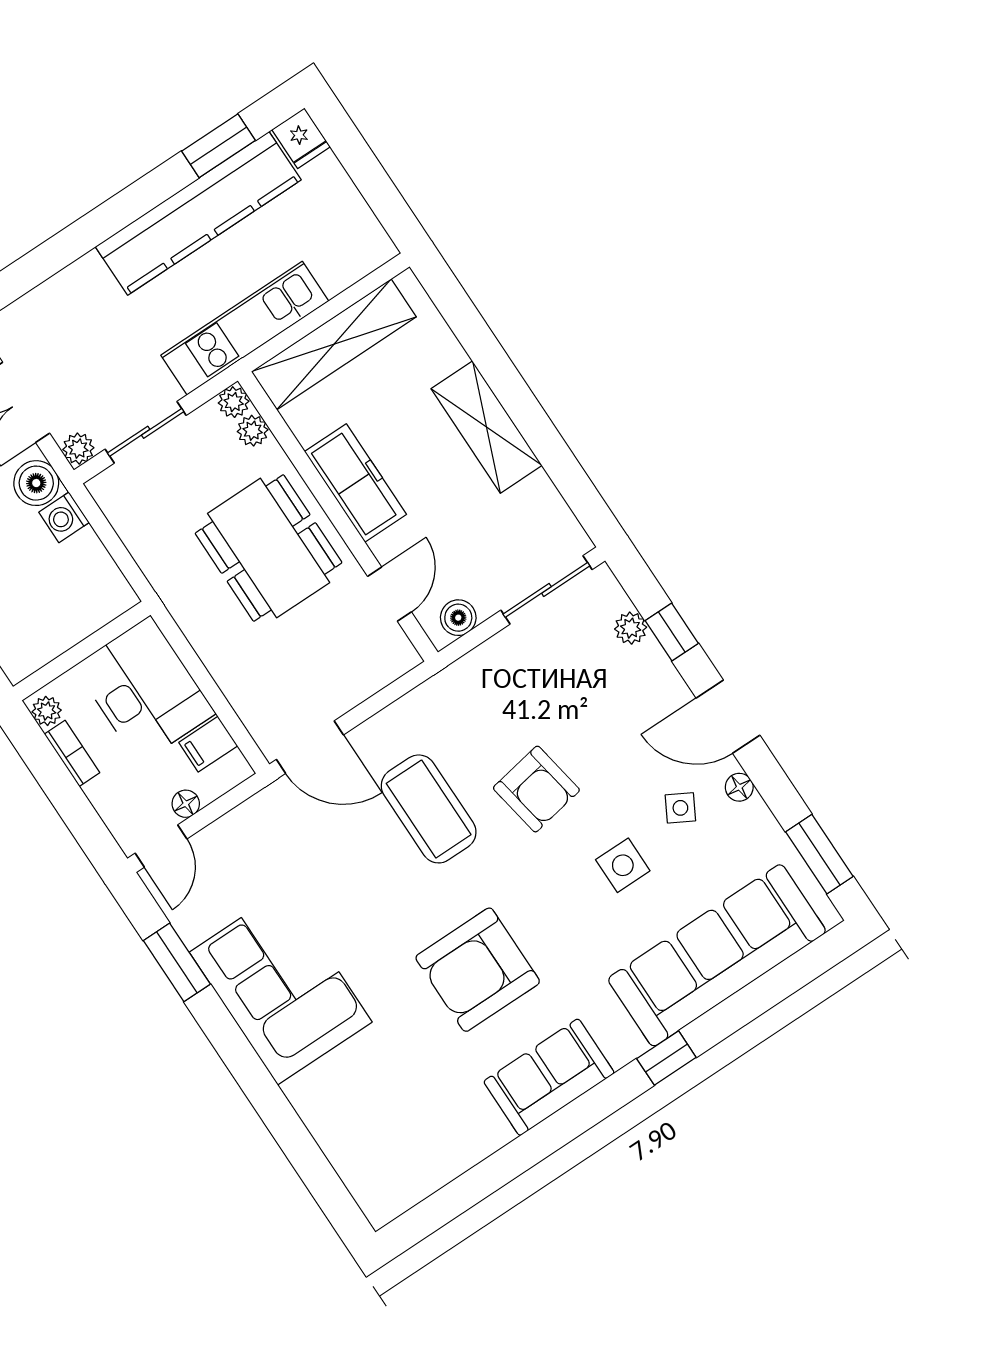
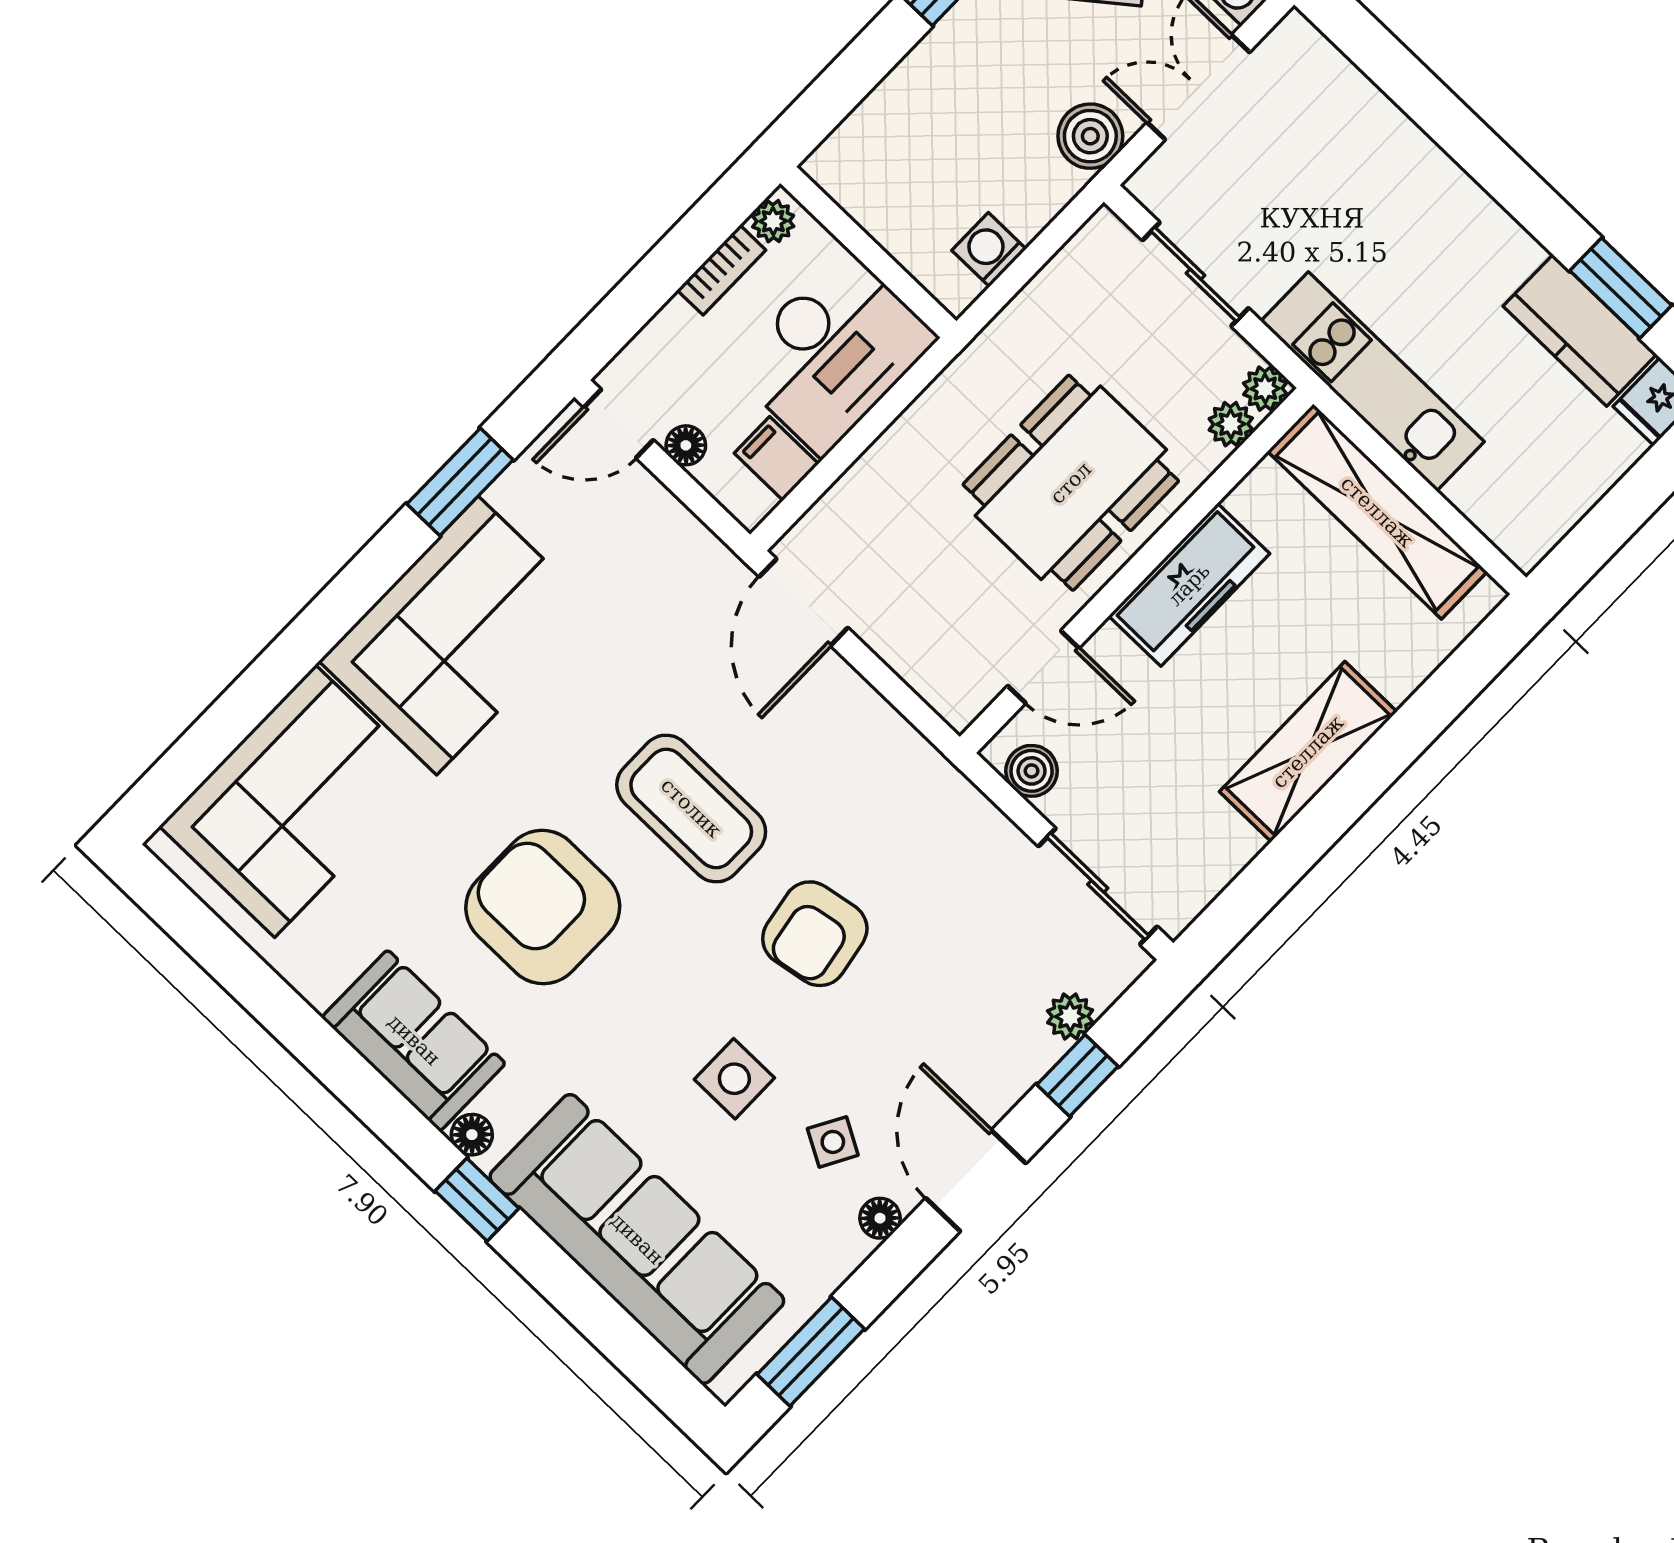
kitchen counter: (198, 213) -> (1580, 330), width x0.48, depth x0.86
plant: (78, 449) -> (1152, 185), removed
washing machine: (64, 517) -> (989, 250), moved
coffee table: (429, 809) -> (691, 808), moved, turned 90
floor lamp: (622, 1052) -> (472, 1135), added
corner sofa: (369, 1122) -> (295, 801), added

